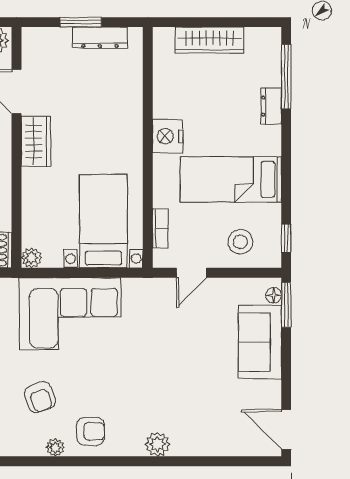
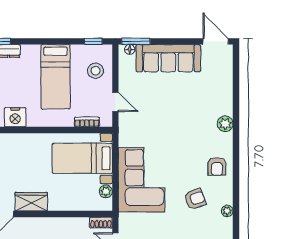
nightstand: (168, 136) -> (15, 117), moved
plant: (31, 258) -> (106, 191), moved
sofa: (260, 342) -> (168, 58), width x1.36
door: (286, 429) -> (216, 41), swing flipped
armchair: (91, 431) -> (217, 167), turned 180
plant: (55, 447) -> (227, 211), moved

